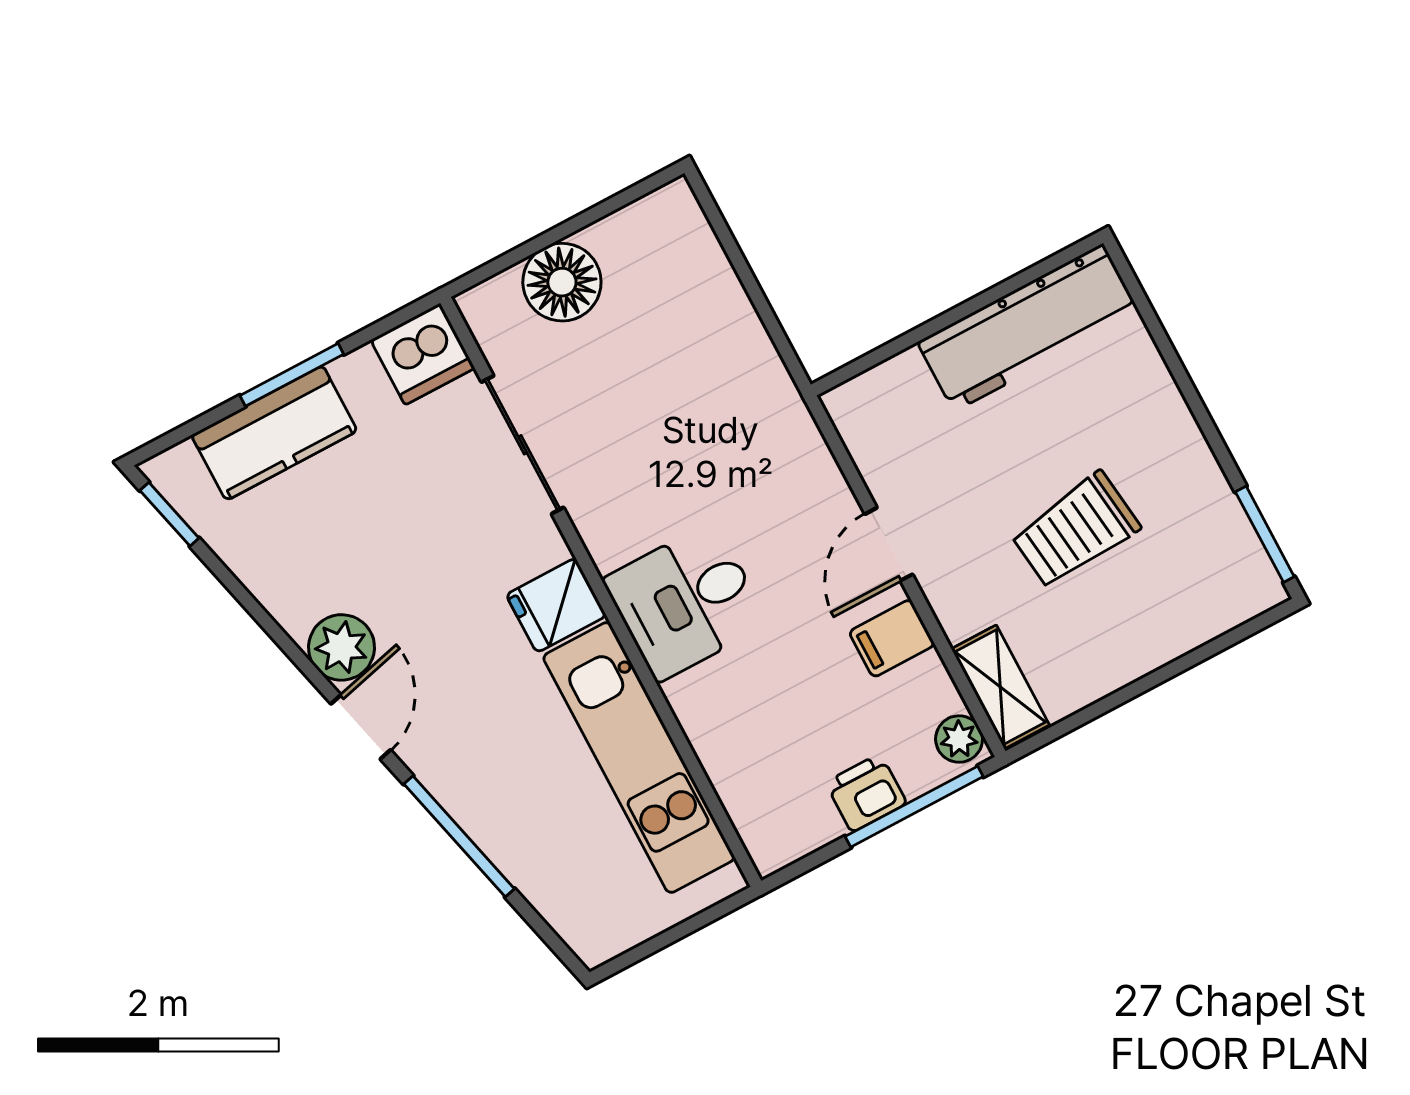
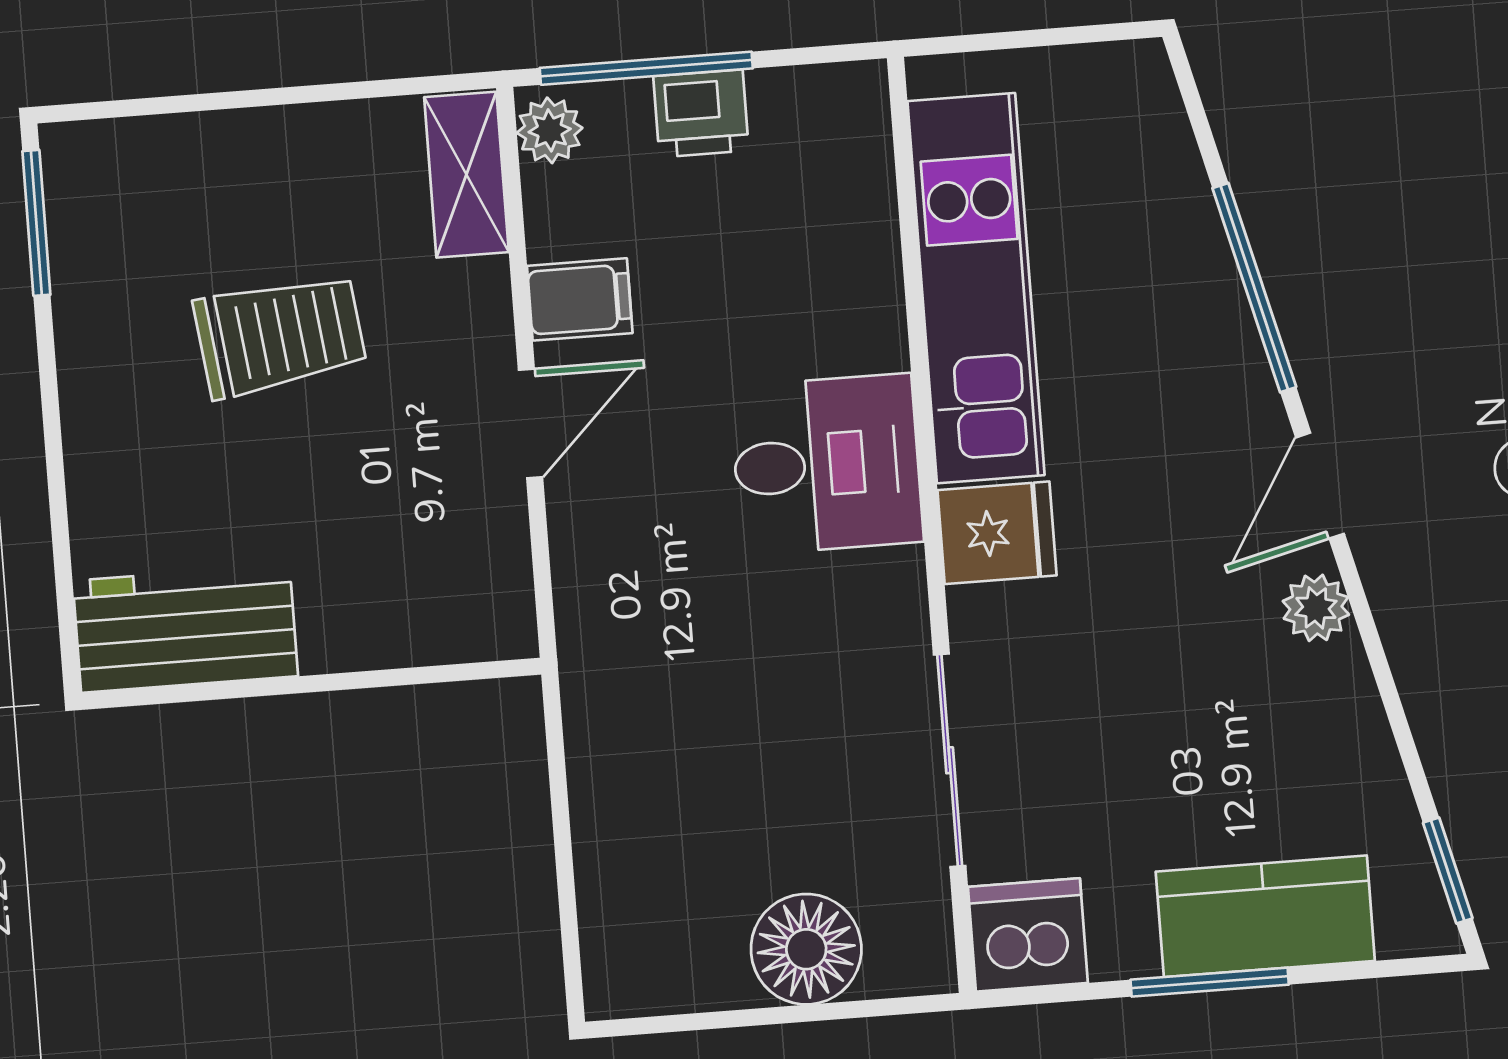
workbench: (1029, 328) -> (185, 628), width x0.73
plant: (341, 647) -> (1316, 608), width x0.73, depth x0.73

